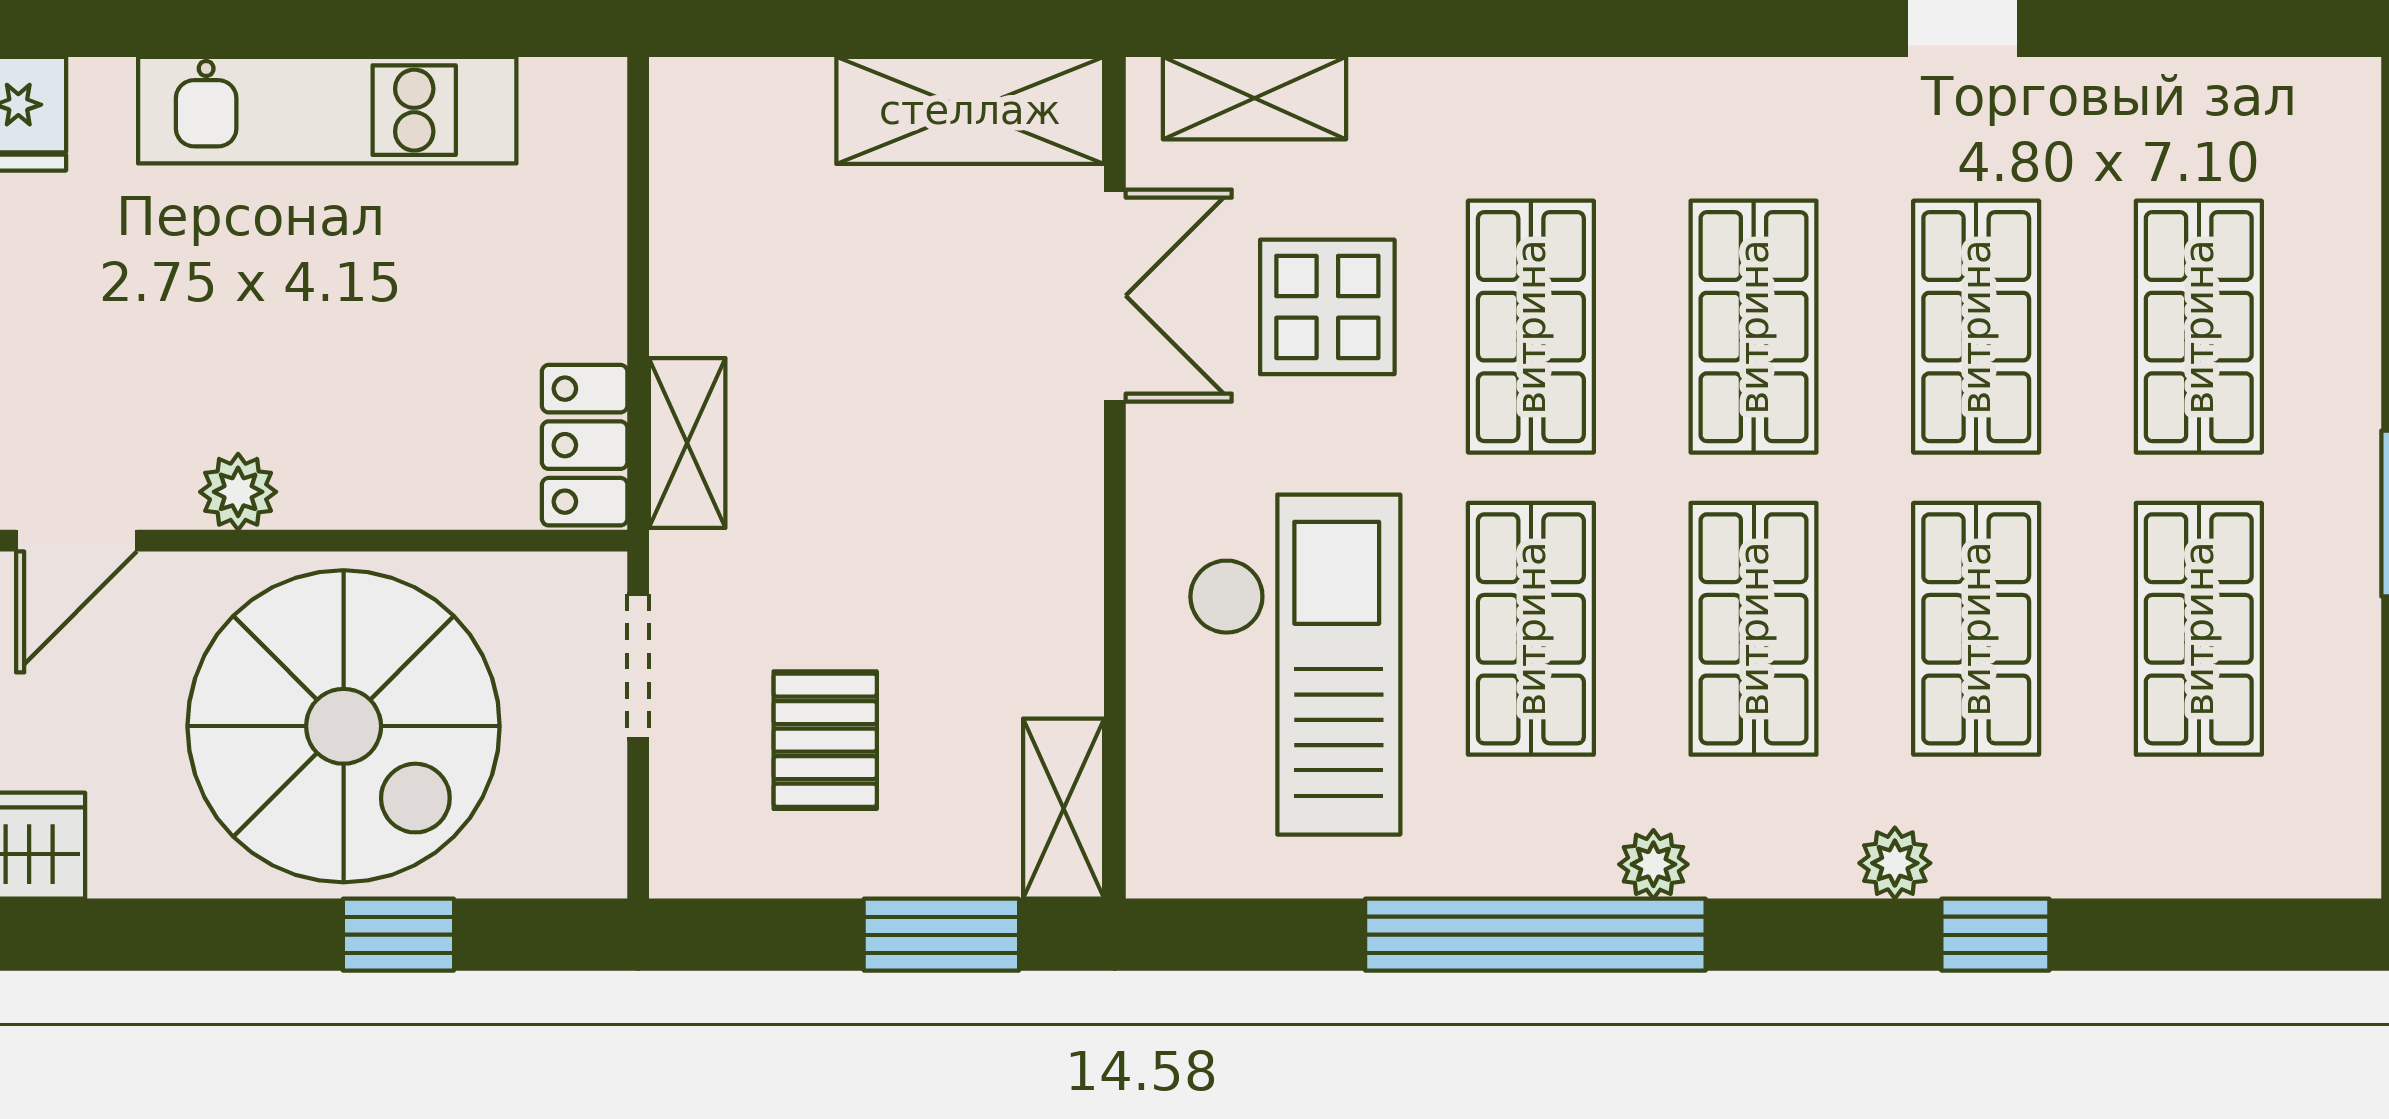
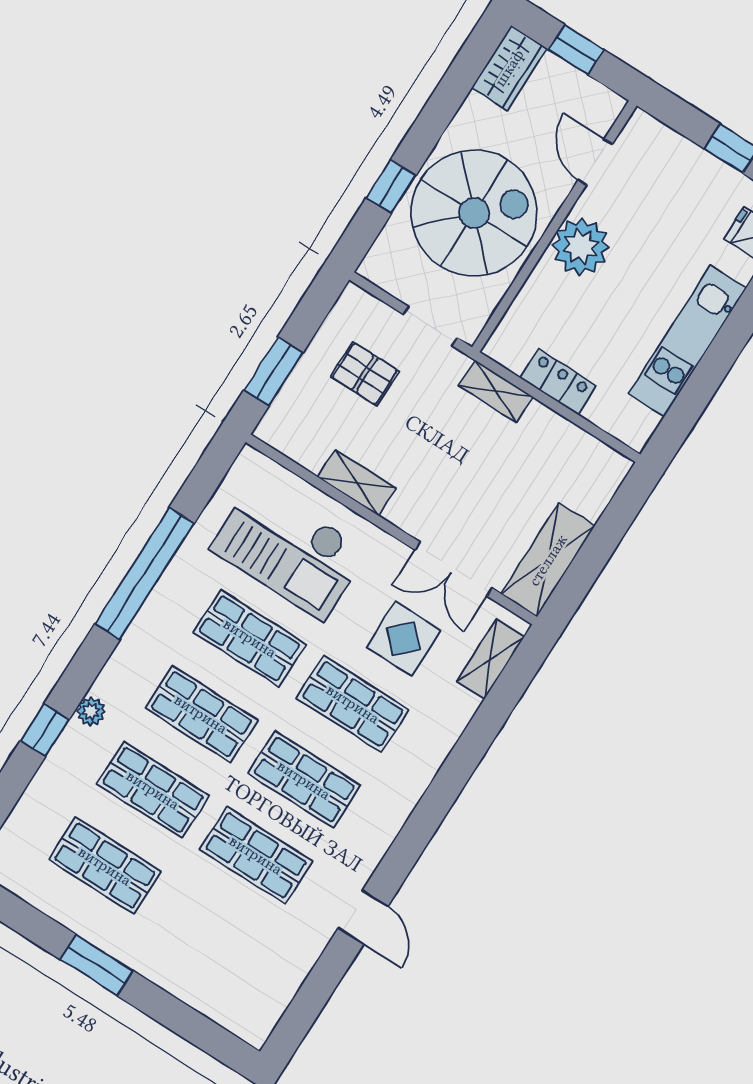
shop shelf: (2199, 327) -> (208, 931), removed
locker: (585, 445) -> (558, 382), moved
plant: (238, 492) -> (581, 246), width x1.87, depth x1.87
spiral stairs: (344, 726) -> (474, 213), turned 180
shelving: (1064, 809) -> (357, 483), moved
plant: (1653, 864) -> (143, 629), removed

